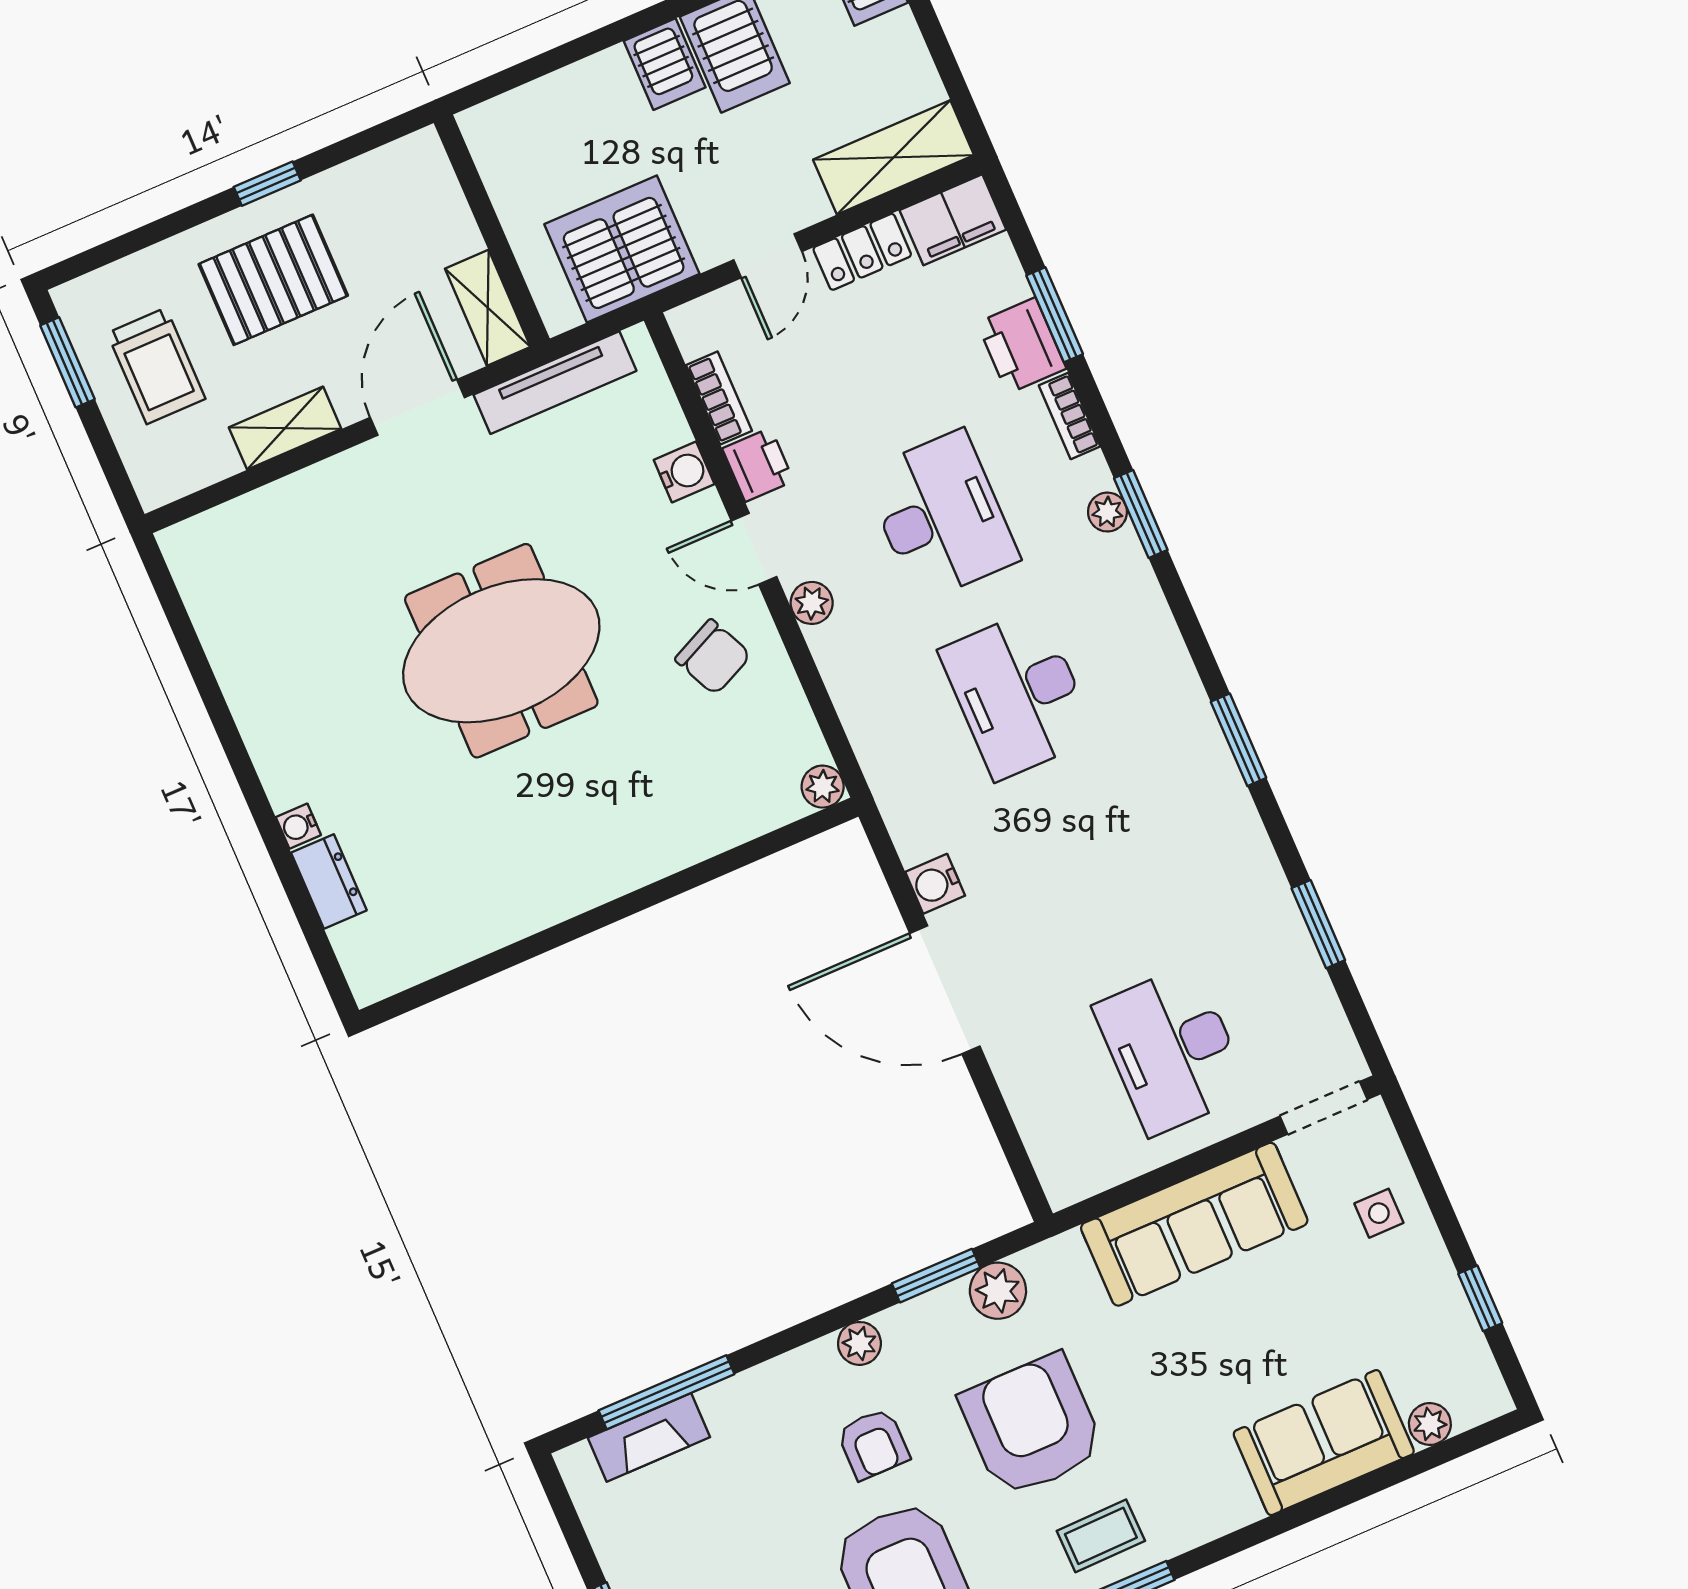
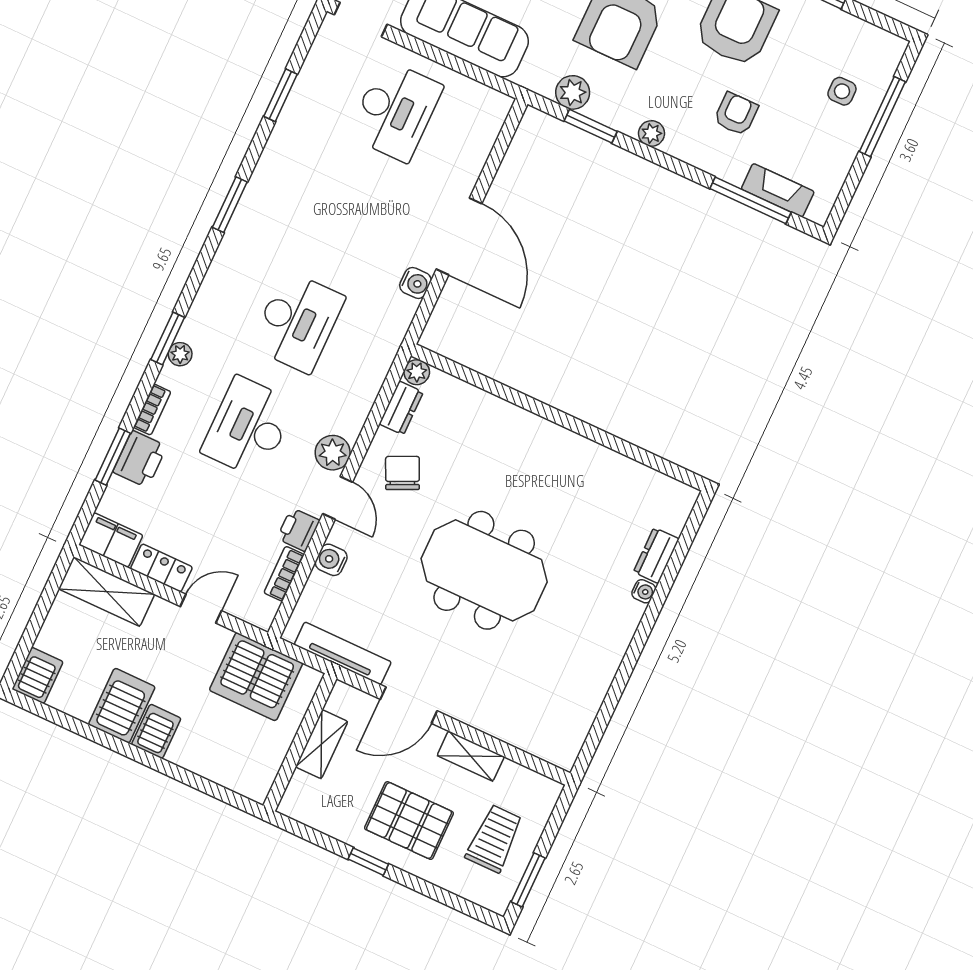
shelving: (488, 308) -> (322, 744), moved
plant: (812, 603) -> (333, 453), width x1.38, depth x1.38
dresser: (795, 727) -> (401, 408), added
armchair: (873, 1444) -> (736, 114), moved

